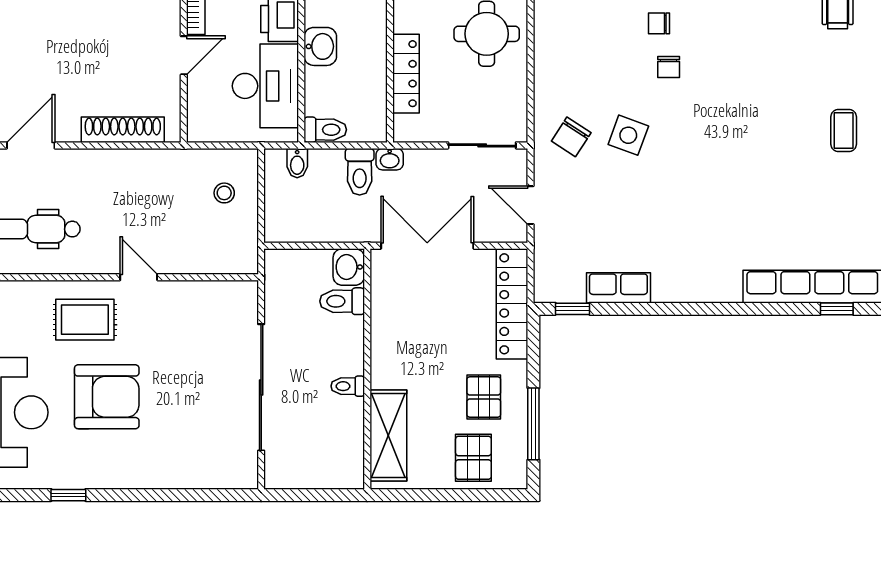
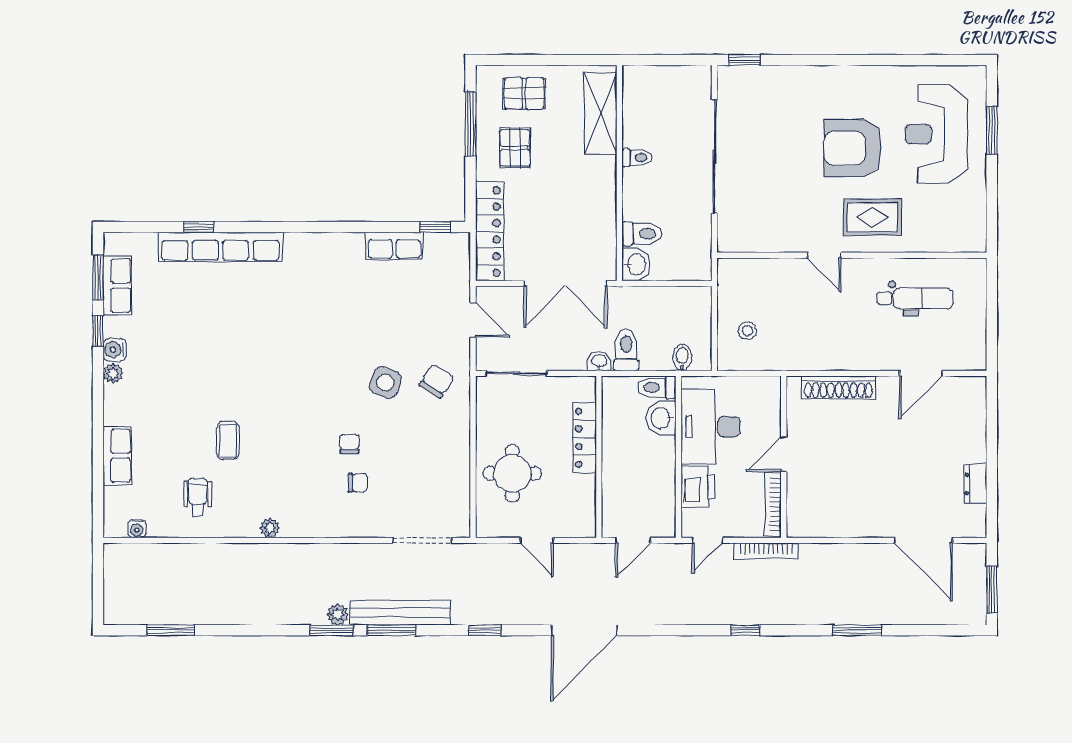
washbasin: (320, 46) -> (661, 418), moved
coffee table: (844, 130) -> (228, 440), moved
pallet: (473, 458) -> (524, 94), turned 90
window: (68, 495) -> (744, 60), moved

